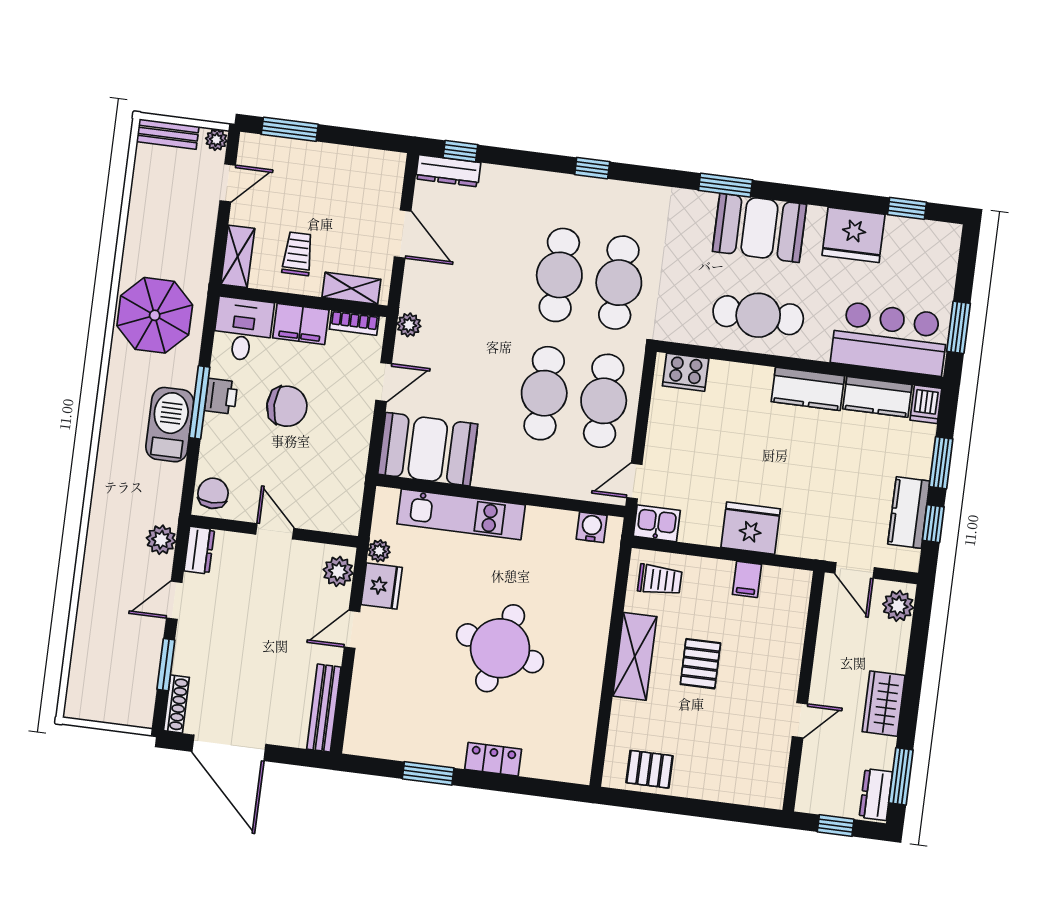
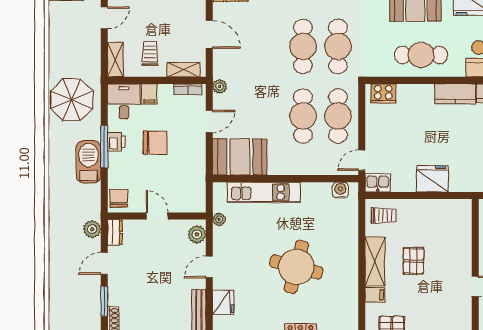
filing cabinet: (301, 324) -> (149, 94), width x0.50
filing cabinet: (747, 579) -> (375, 295), moved, turned -90
fridge: (382, 586) -> (223, 302), moved

